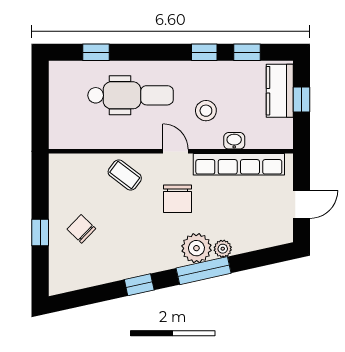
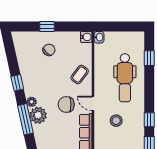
washbasin: (234, 141) -> (99, 37), moved
door: (176, 151) -> (93, 103), swing flipped
water cooler: (59, 163) -> (86, 37), added
plant: (223, 249) -> (32, 102), moved

